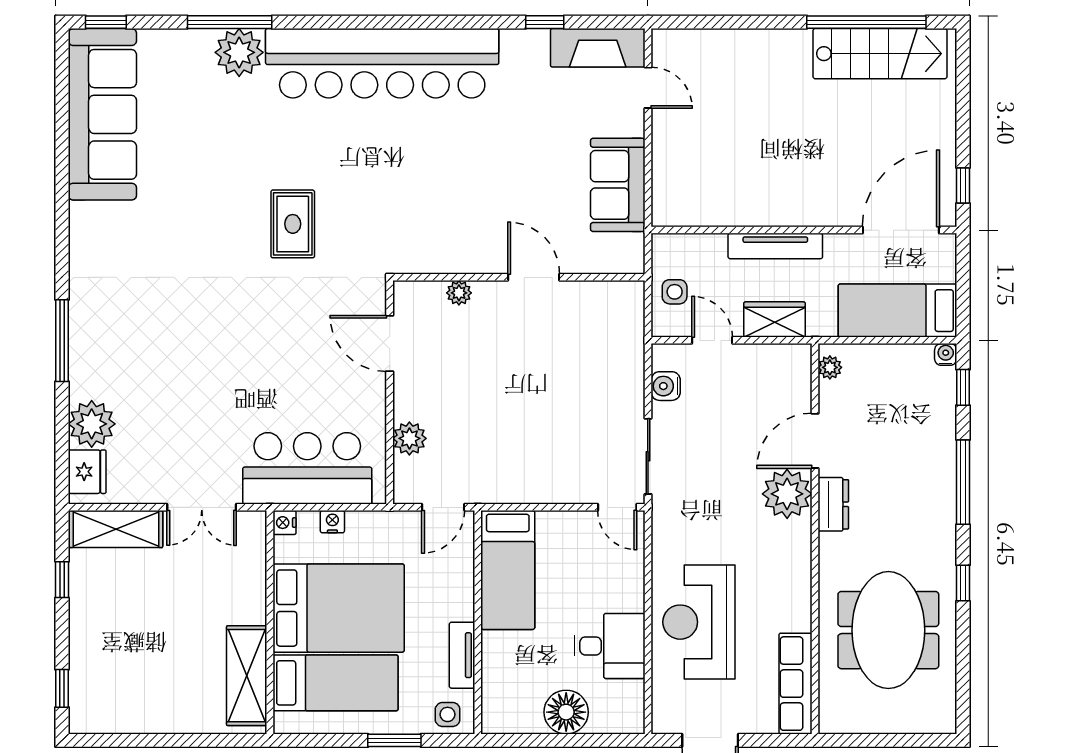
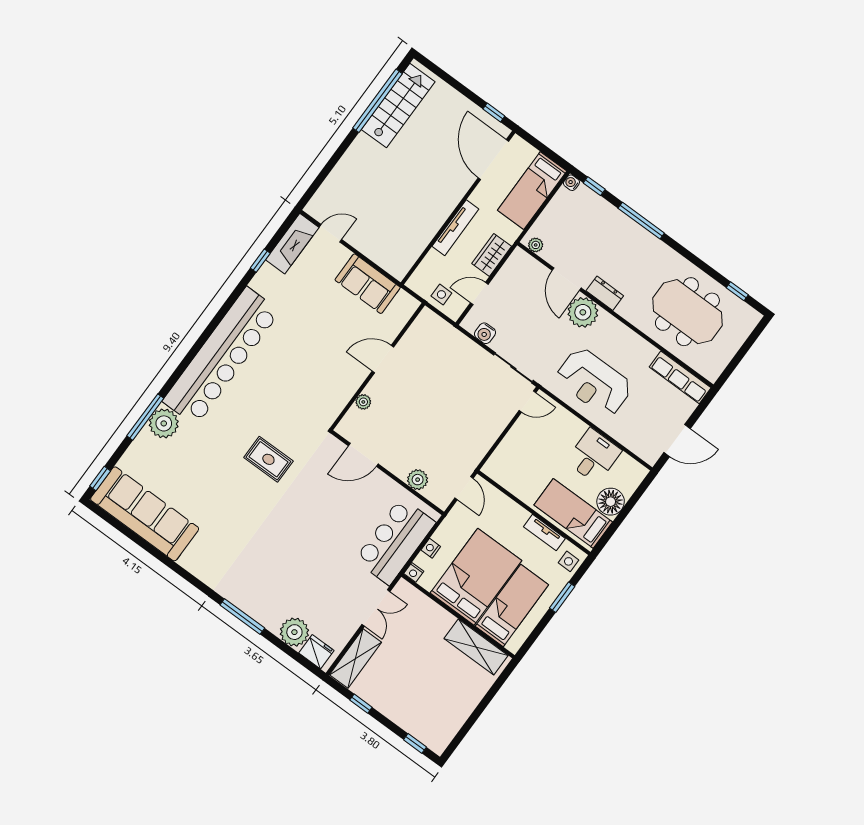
bed: (508, 570) -> (573, 513), moved, turned 180
window: (963, 583) -> (737, 291), moved
reception desk: (699, 622) -> (594, 382), moved

